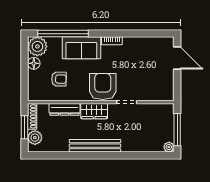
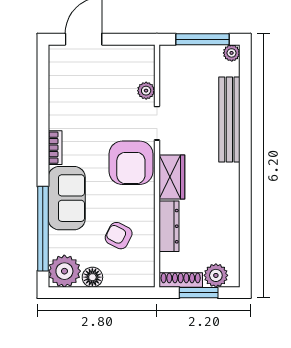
armchair: (59, 79) -> (119, 236), turned -64
armchair: (103, 86) -> (131, 163), turned -90
plant: (146, 96) -> (146, 91), added
bench: (95, 146) -> (229, 120), moved

